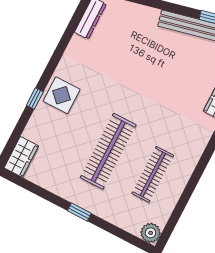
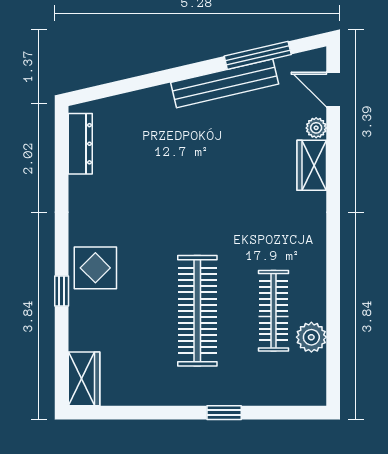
window: (79, 212) -> (224, 413), moved
plant: (151, 233) -> (311, 337), moved

